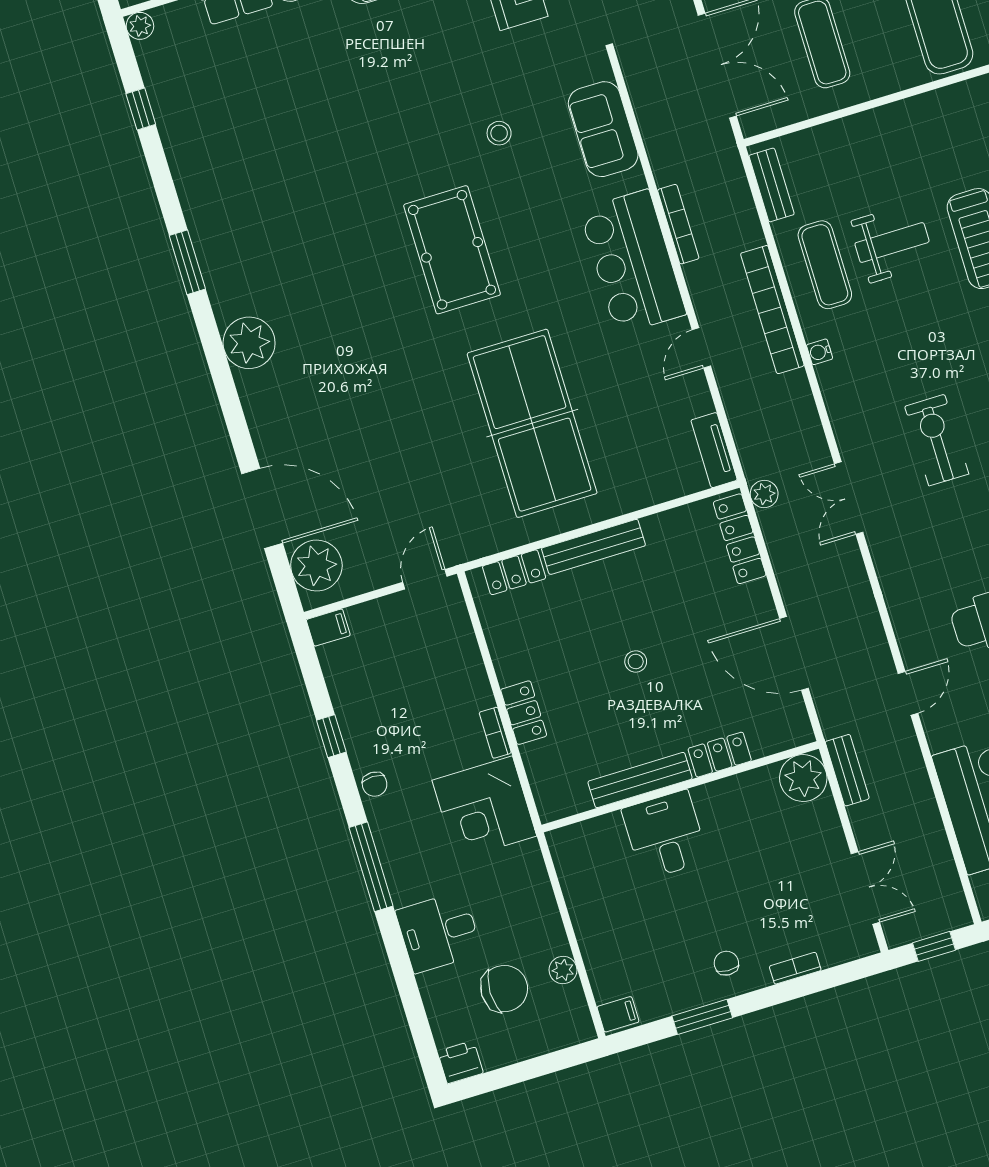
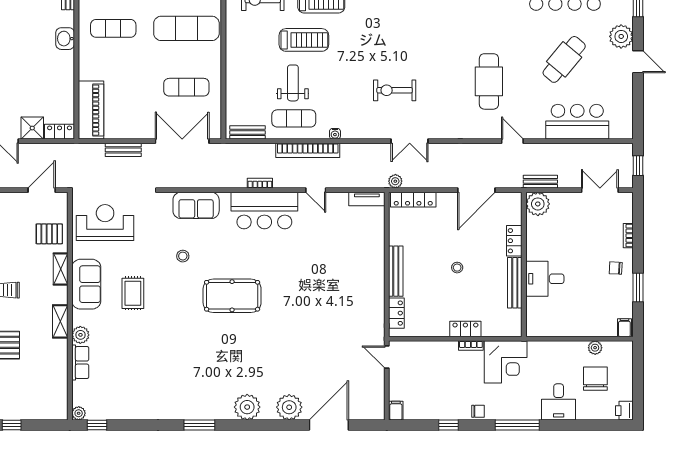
rug: (400, 60) -> (133, 293), added
window: (141, 109) -> (97, 425), moved
bookcase: (678, 224) -> (260, 183), width x0.64
table tennis table: (532, 423) -> (327, 283), removed
plant: (316, 566) -> (289, 407), moved

